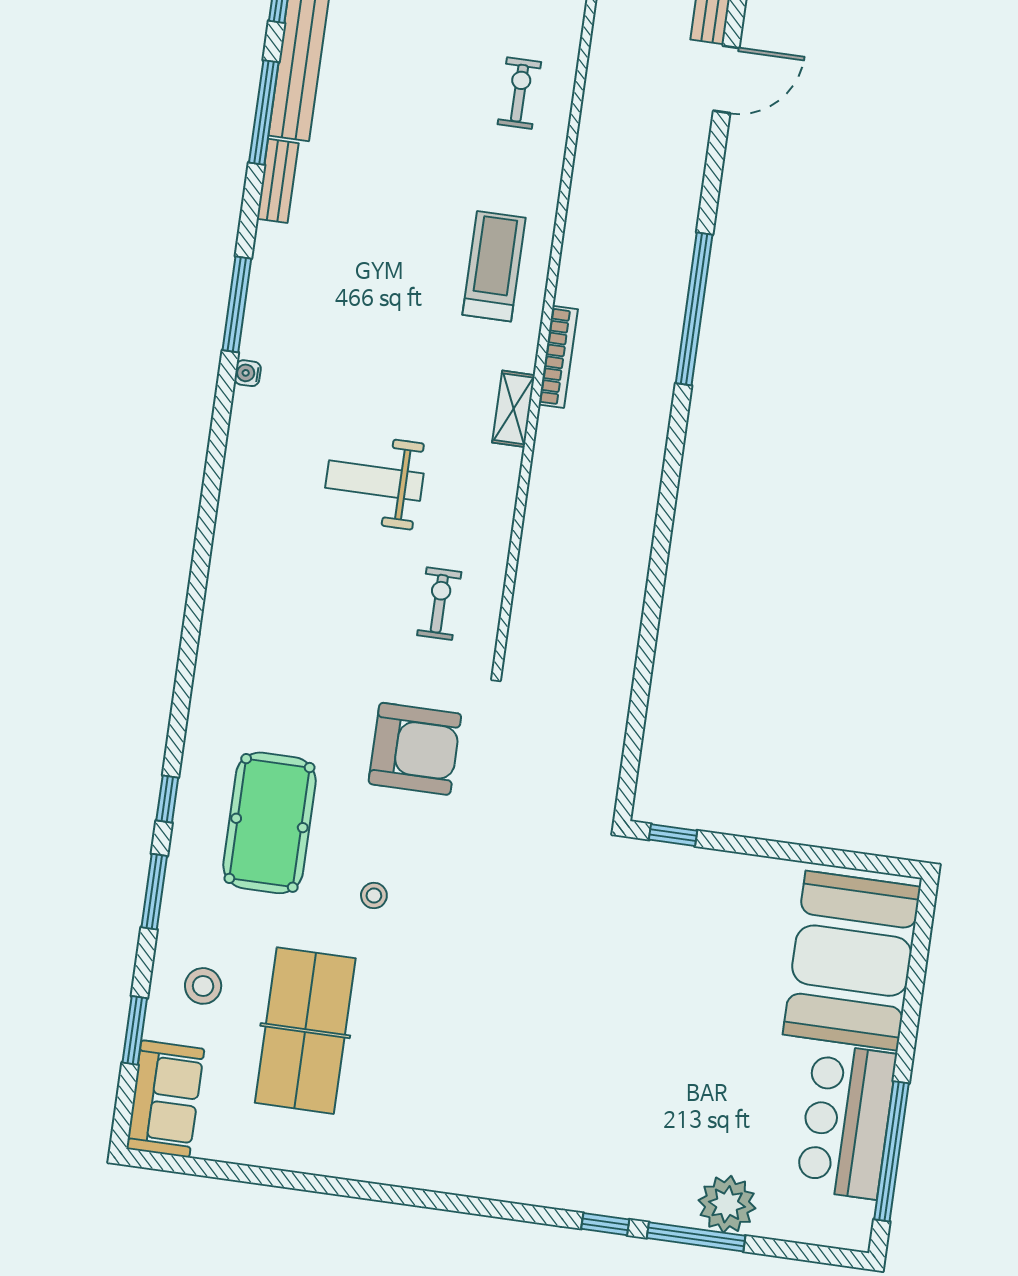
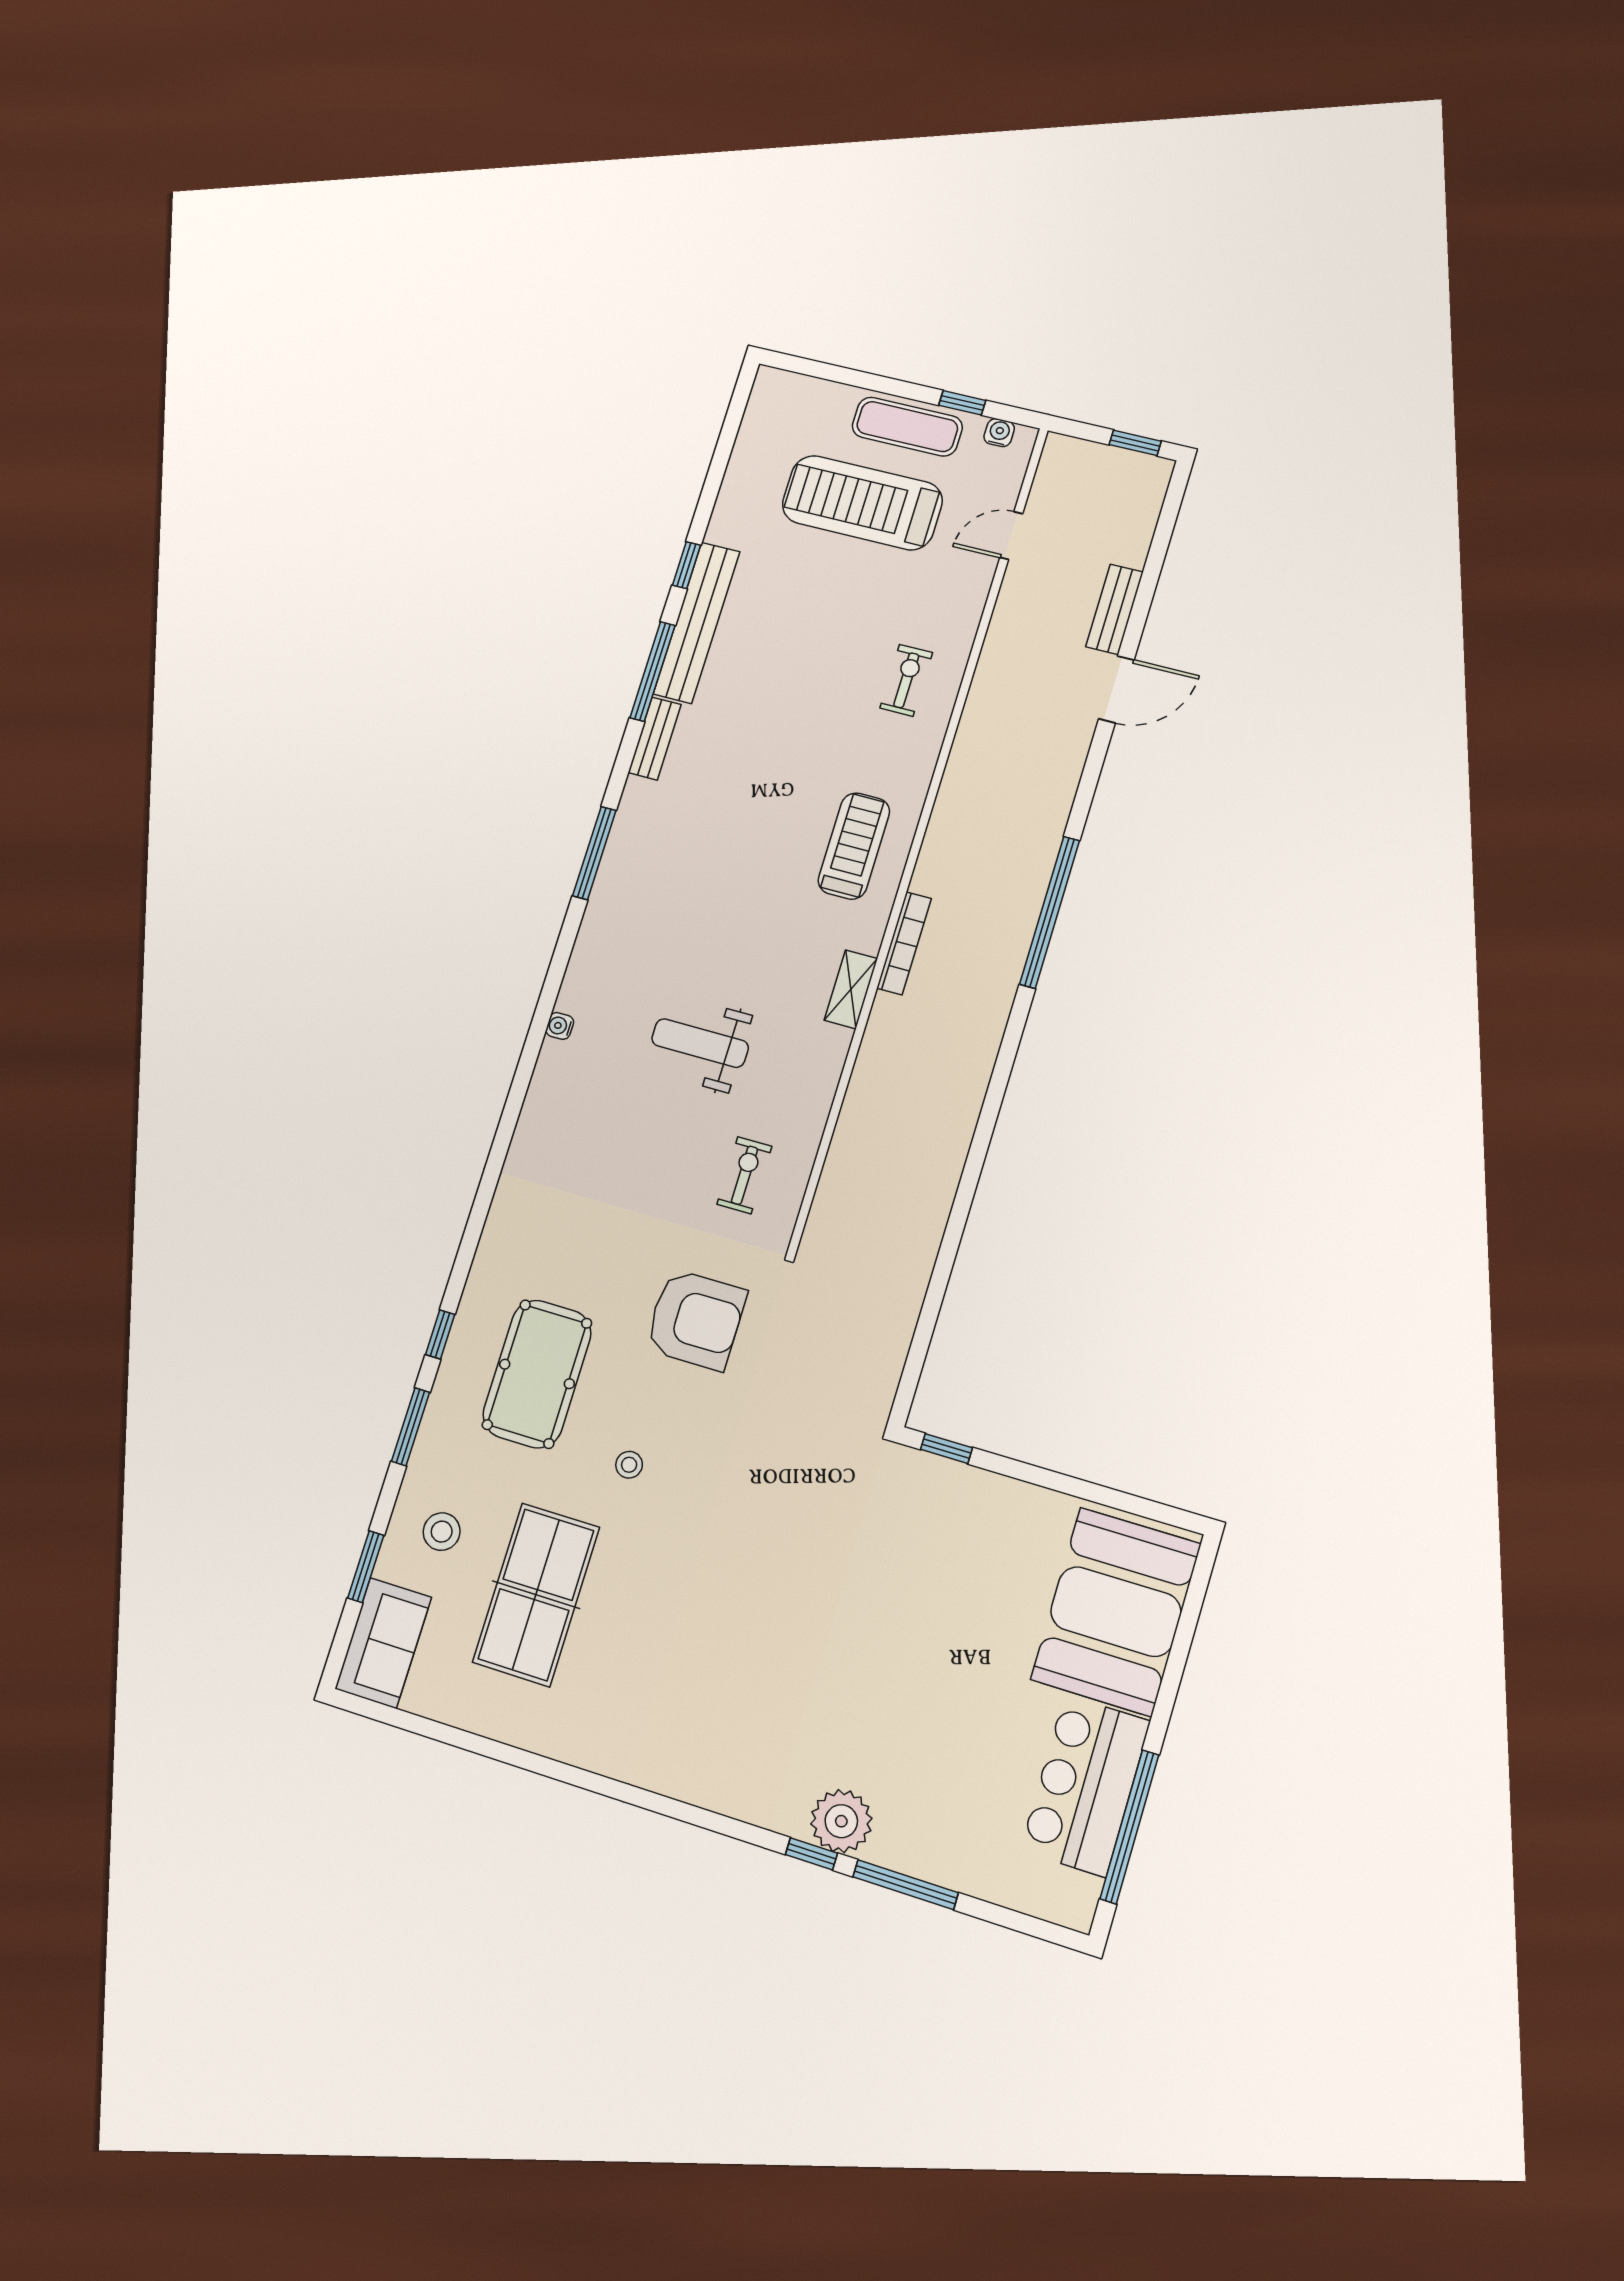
water cooler: (248, 373) -> (560, 1026), moved
plant: (727, 1204) -> (841, 1821), moved

